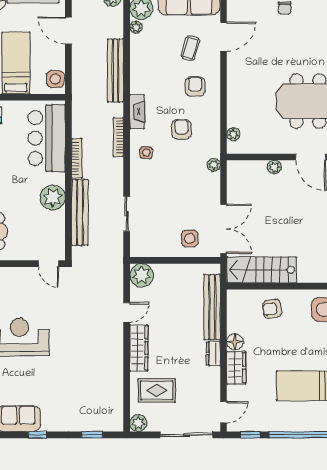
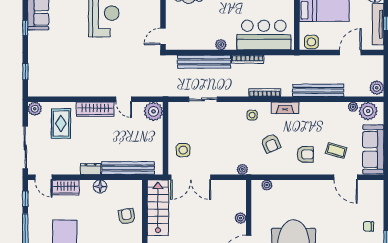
armchair: (181, 129) -> (271, 143), turned 67
plant: (53, 197) -> (221, 45), width x0.53, depth x0.53
wardrobe: (236, 368) -> (66, 187), moved

